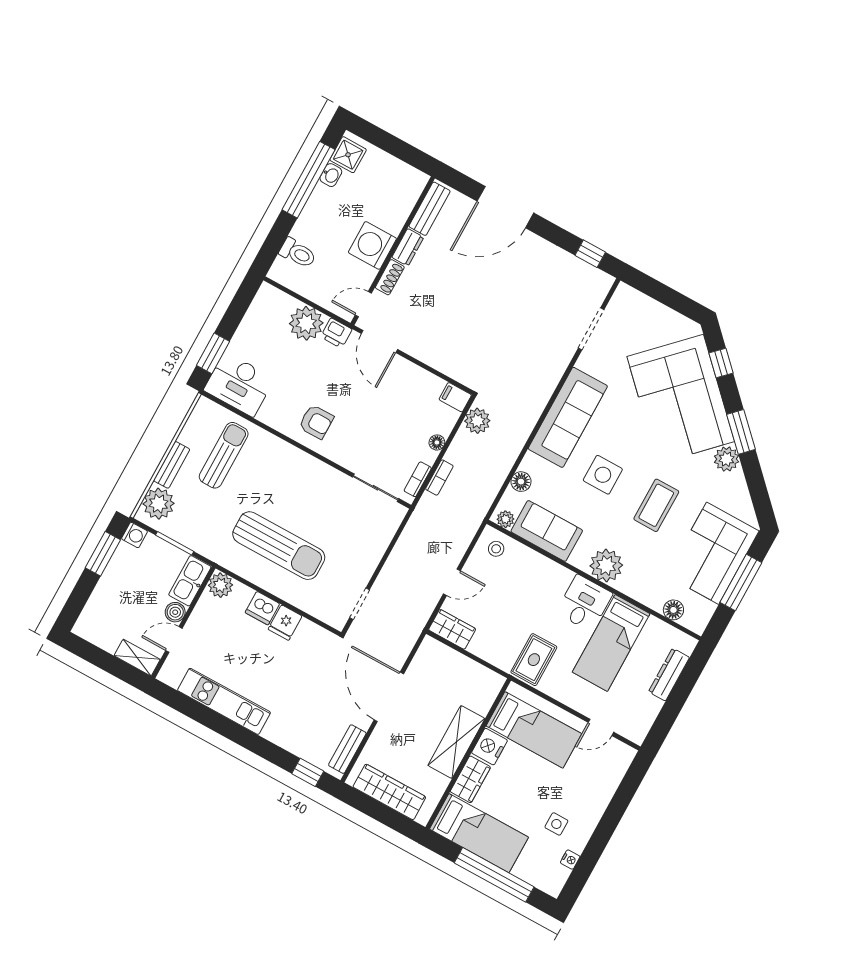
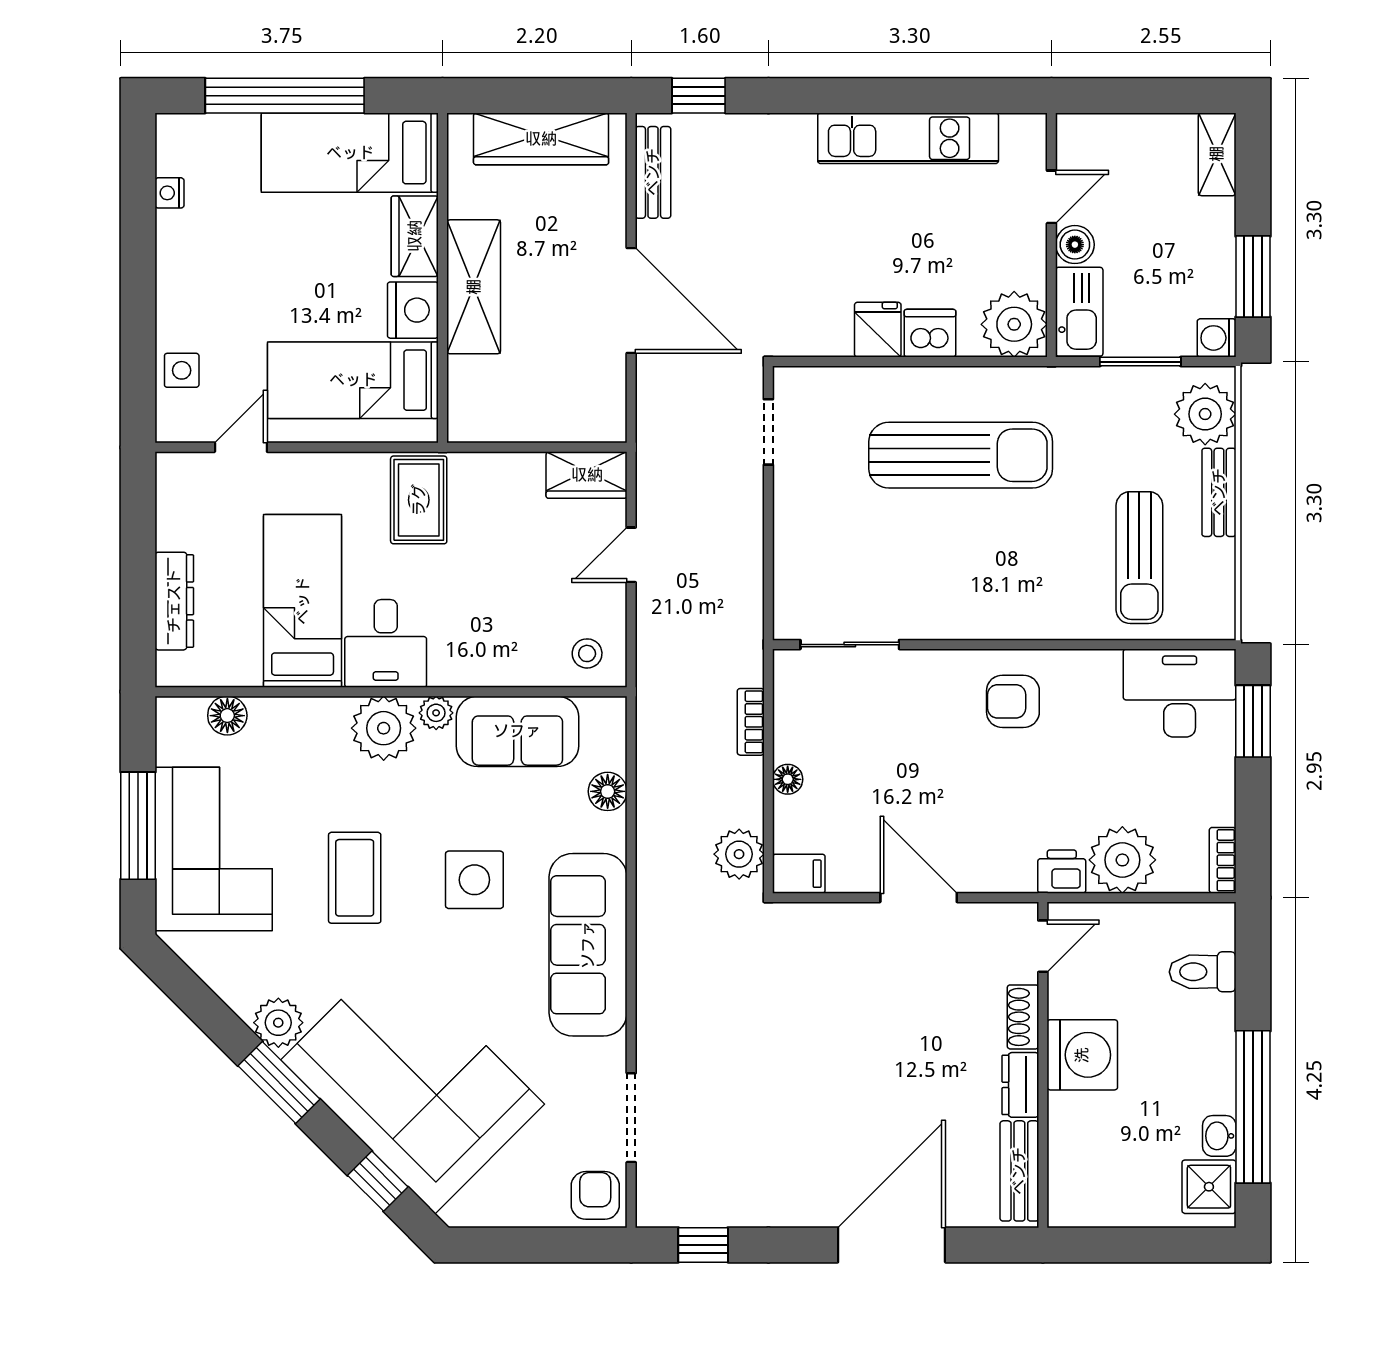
armchair: (627, 303) -> (595, 1195), added
door: (379, 342) -> (919, 898), moved
bookcase: (418, 479) -> (1223, 860), moved, turned 180
plant: (505, 519) -> (436, 713), moved
sun lounger: (279, 546) -> (961, 455), turned 180
plant: (220, 585) -> (1014, 324), width x1.36, depth x1.36
shelving: (137, 658) -> (1217, 154), moved, turned 90
side table: (556, 824) -> (182, 370), moved

